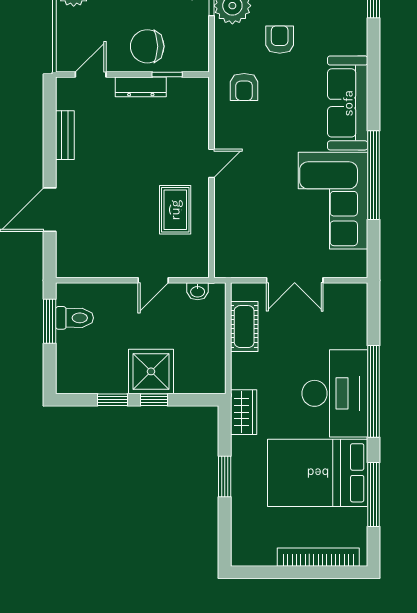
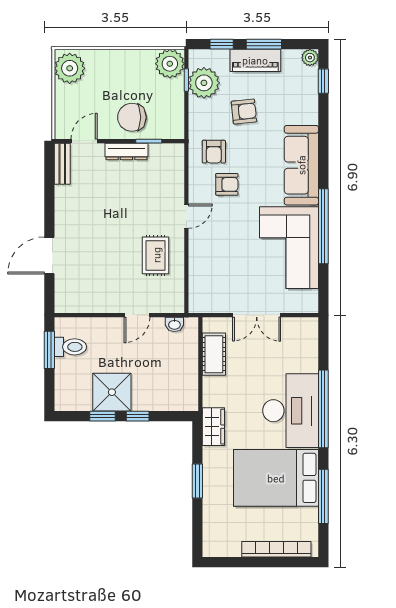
armchair: (280, 40) -> (244, 112), turned 84
armchair: (260, 126) -> (227, 184), added
bench: (65, 135) -> (62, 164), moved
shower: (151, 371) -> (112, 392), moved

